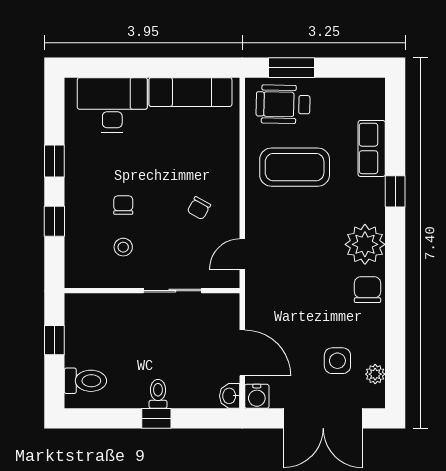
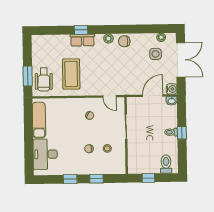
row of seats: (372, 148) -> (82, 40), moved
plant: (365, 244) -> (108, 39), width x0.53, depth x0.53

